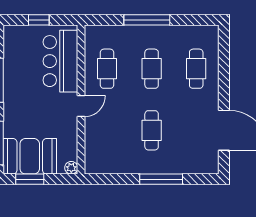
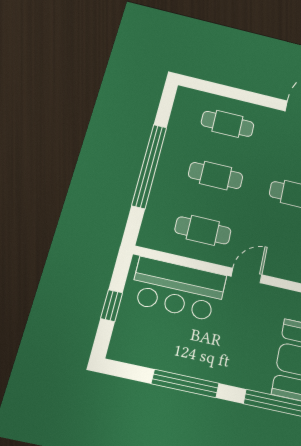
window: (147, 20) -> (149, 166), width x1.46
door: (81, 106) -> (246, 276), hinge flipped

